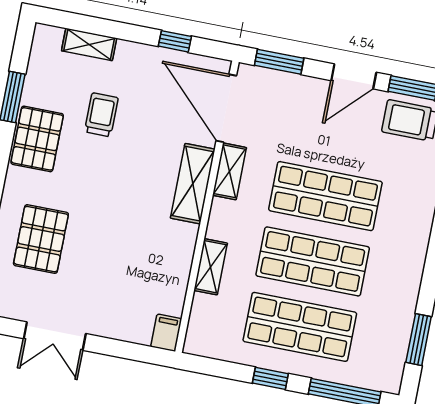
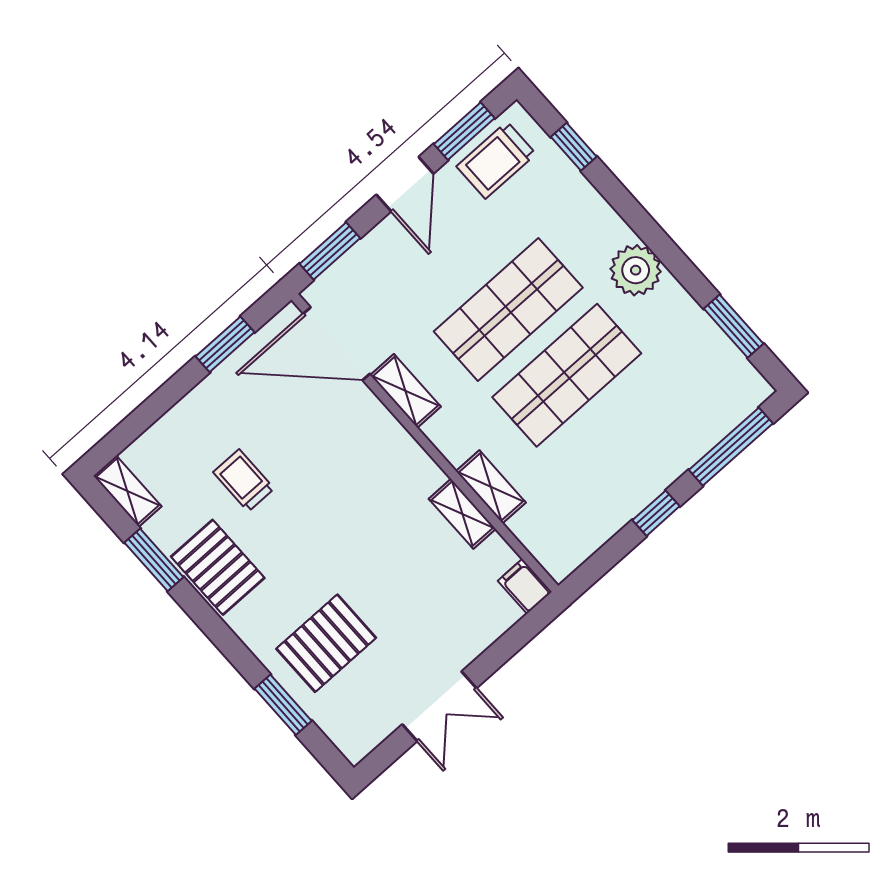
window: (175, 41) -> (225, 344), width x1.50
shelving: (89, 44) -> (127, 491), moved, turned 90
shelving: (193, 184) -> (462, 514), moved, width x0.67, depth x0.75
pallet: (41, 239) -> (326, 643), turned 90
plant: (407, 255) -> (636, 270), added
shop shelf: (300, 327) -> (625, 441), removed

